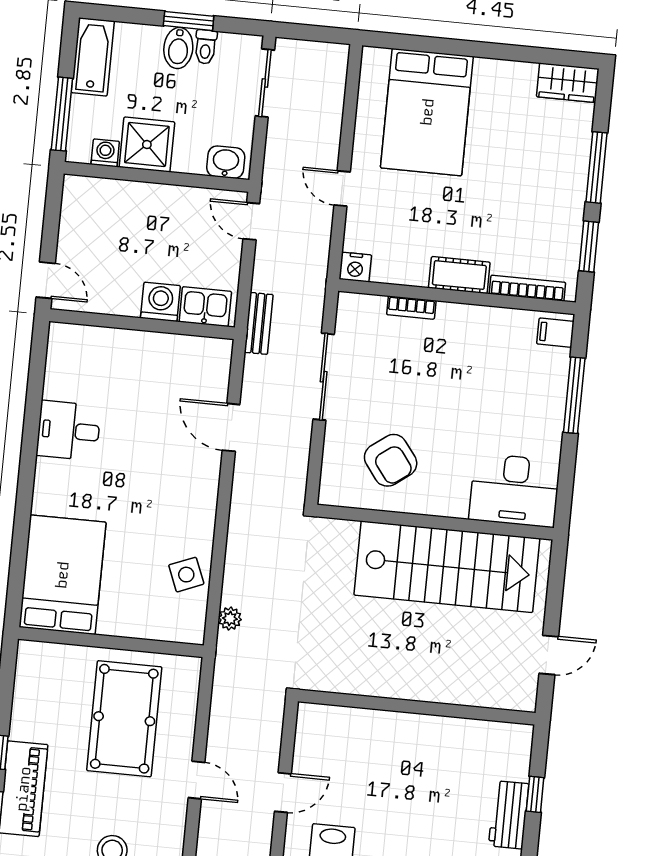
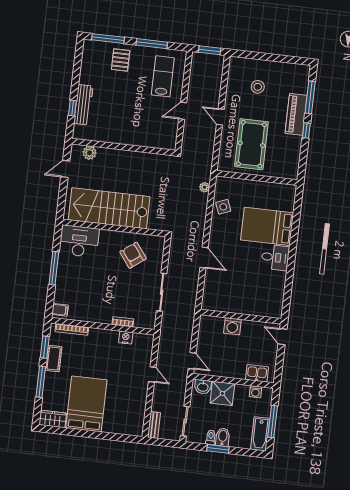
bed: (427, 112) -> (86, 404), moved
window: (62, 114) -> (273, 421), moved
shower: (147, 145) -> (222, 393), moved
nightstand: (355, 267) -> (126, 338), moved
cot: (459, 275) -> (54, 358), moved, turned 90
kitchen sink: (205, 307) -> (257, 373), moved, turned 180
bench: (259, 323) -> (154, 425), moved
window: (574, 395) -> (54, 268), moved
door: (231, 427) -> (204, 258), moved
desk: (69, 431) -> (275, 257), moved
bed: (62, 575) -> (267, 226), moved, turned 90
plant: (494, 693) -> (89, 153), added
workbench: (509, 815) -> (83, 105), width x1.38

